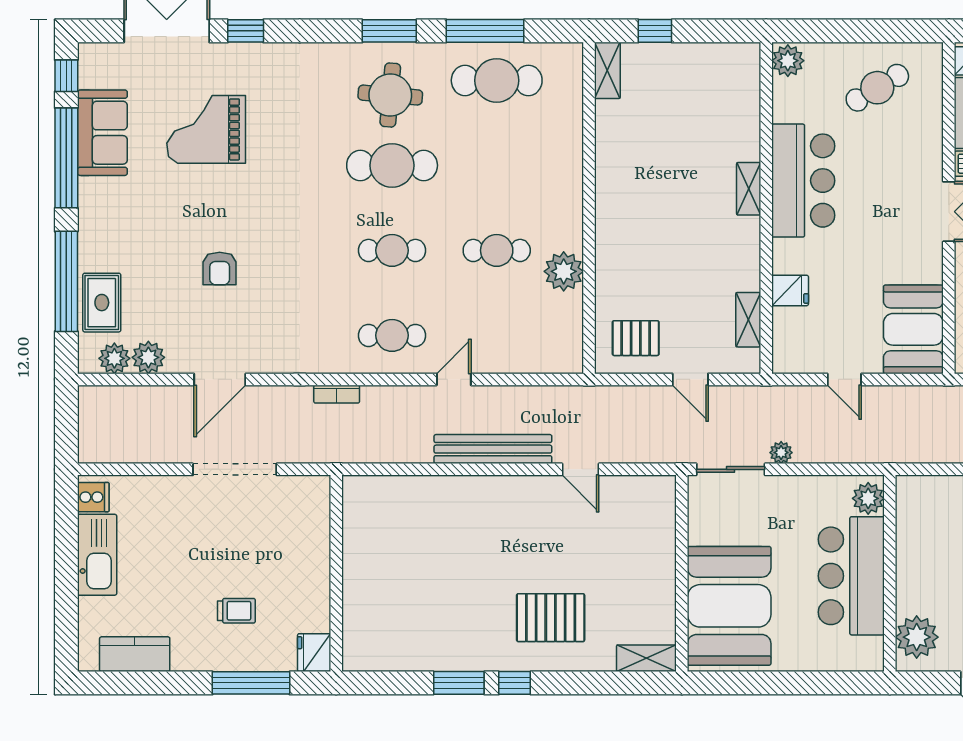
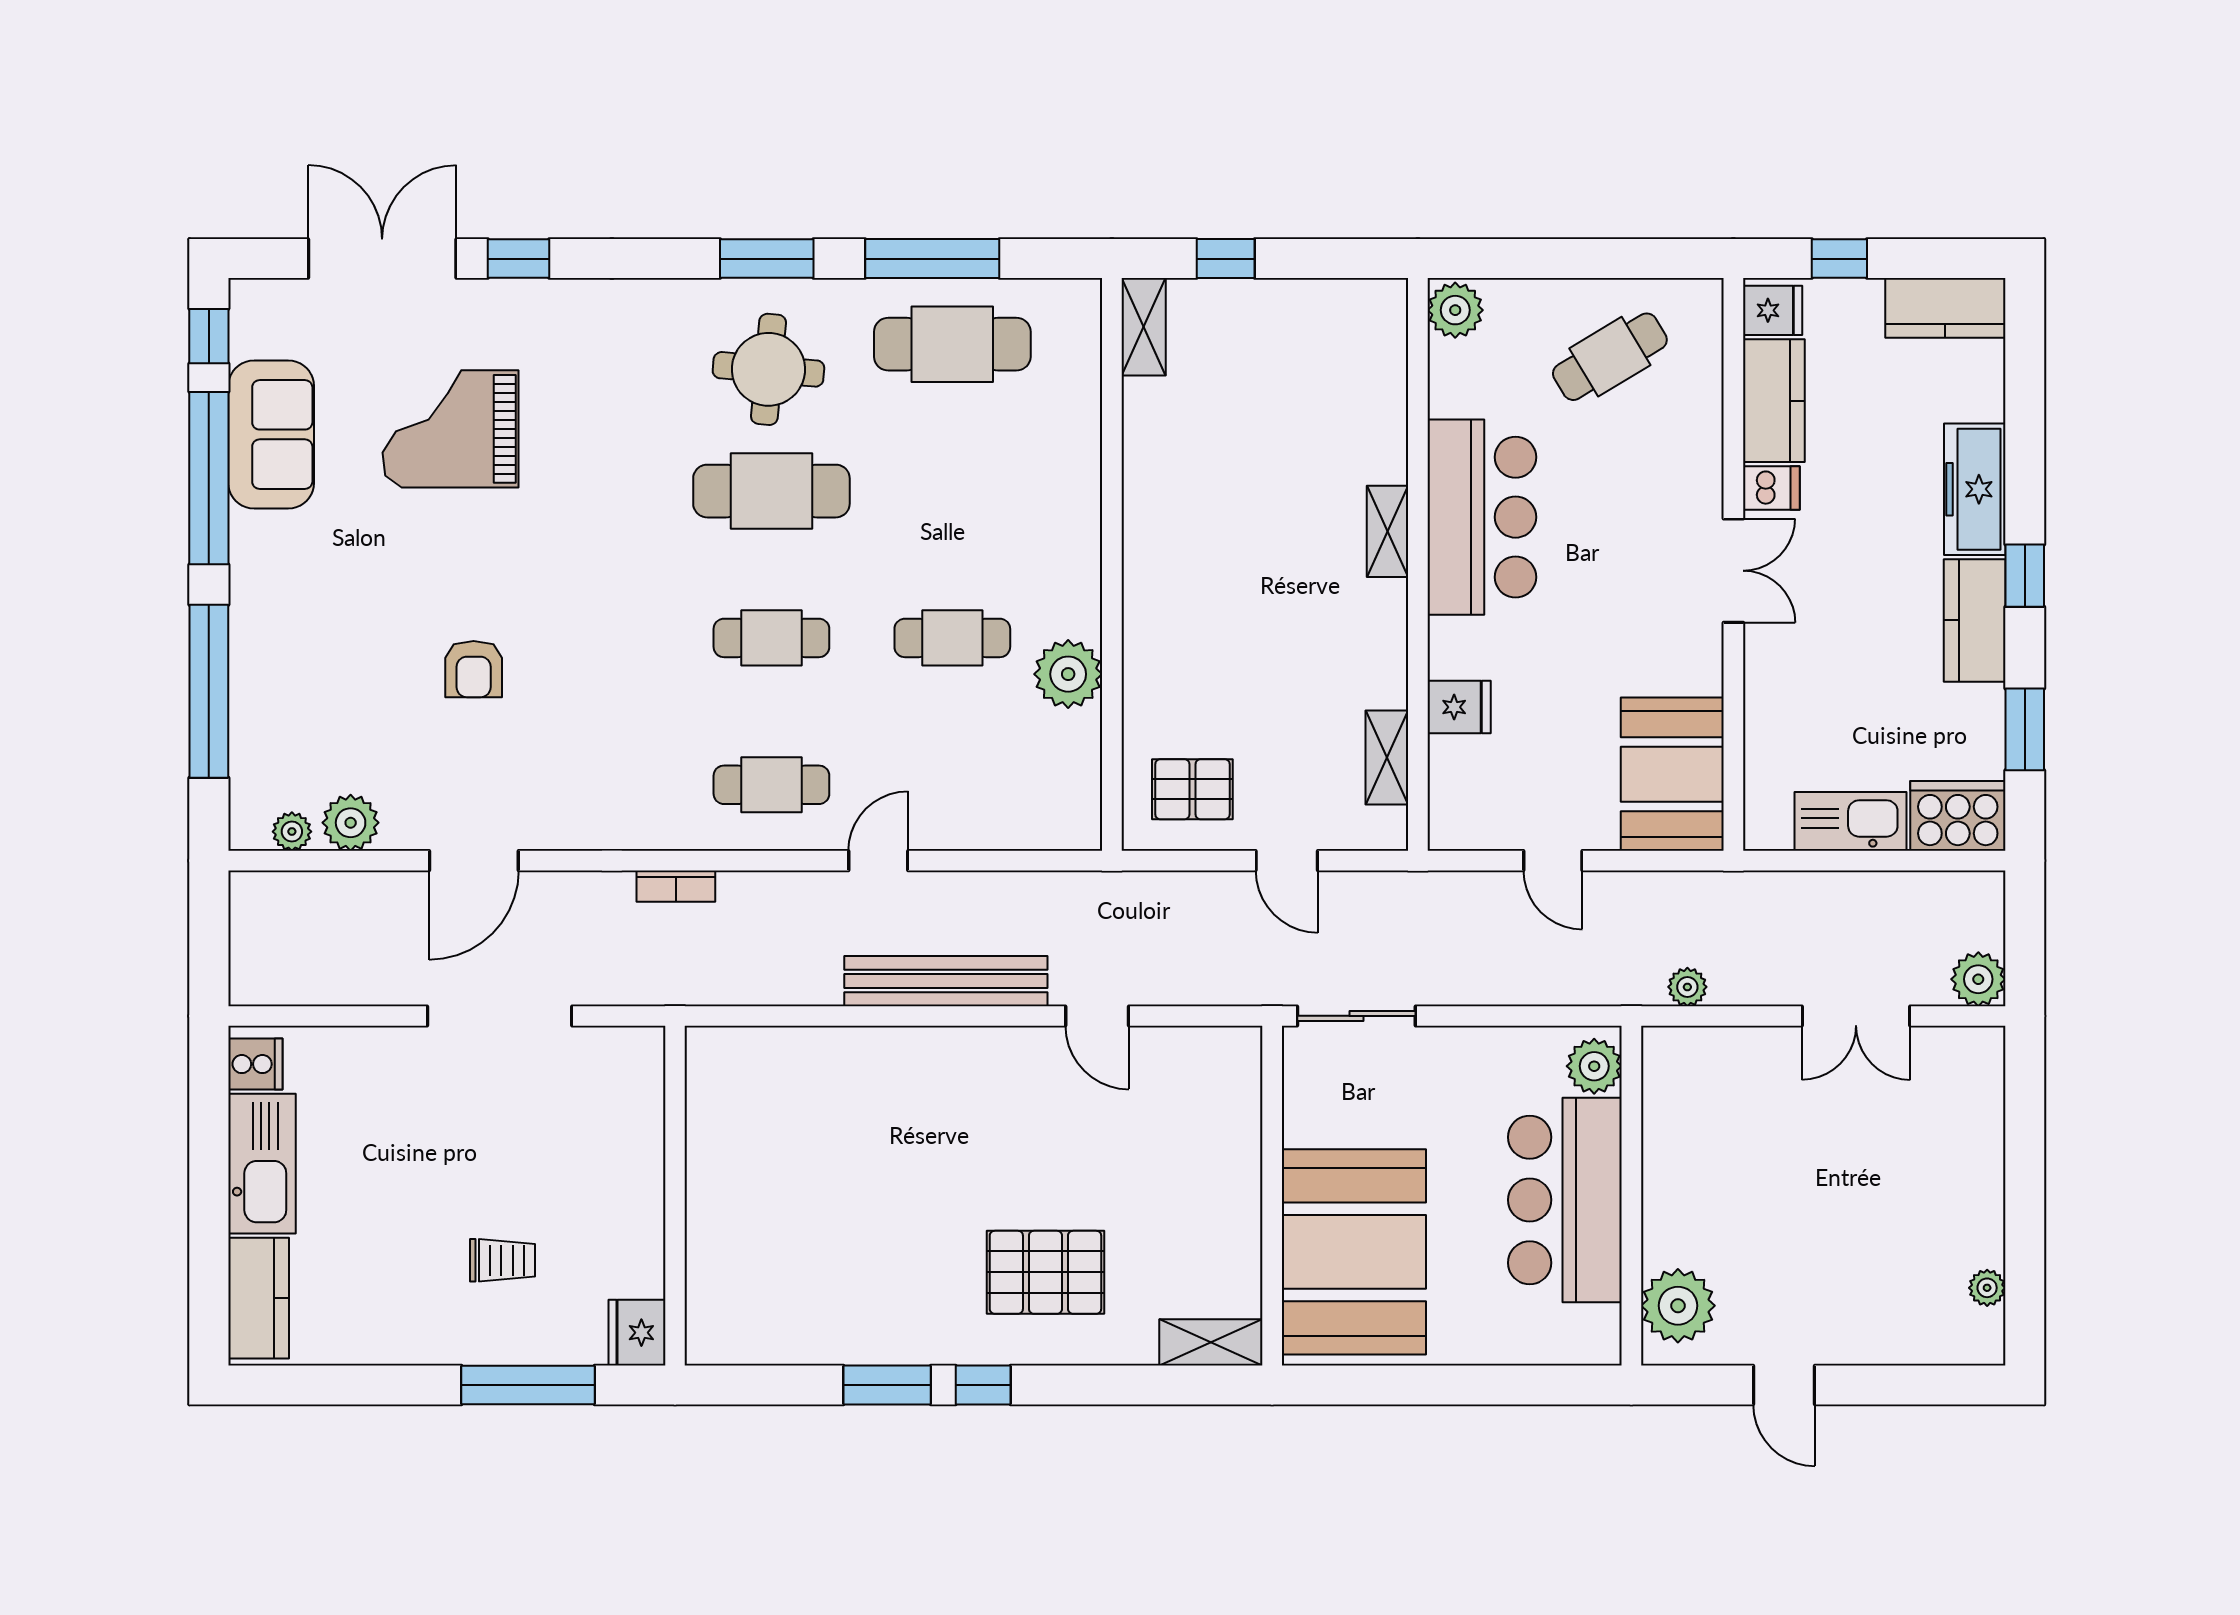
rug: (102, 303) -> (270, 728), removed
plant: (114, 358) -> (292, 832), width x0.73, depth x0.73
plant: (781, 453) -> (1687, 987), moved
kitchen counter: (135, 654) -> (259, 1298), moved, turned 90

